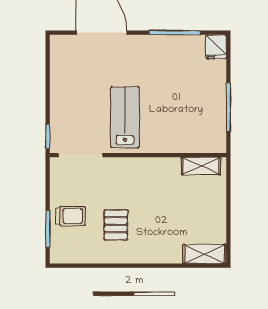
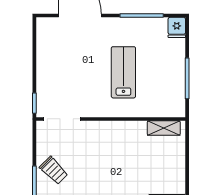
lab bench: (125, 117) -> (123, 72), moved
trolley: (71, 216) -> (54, 170), turned 45
pallet: (116, 225) -> (92, 178), removed

